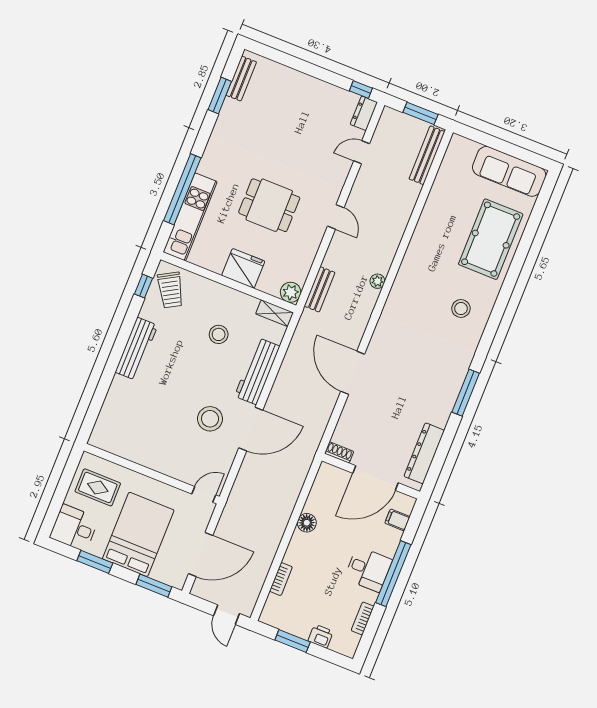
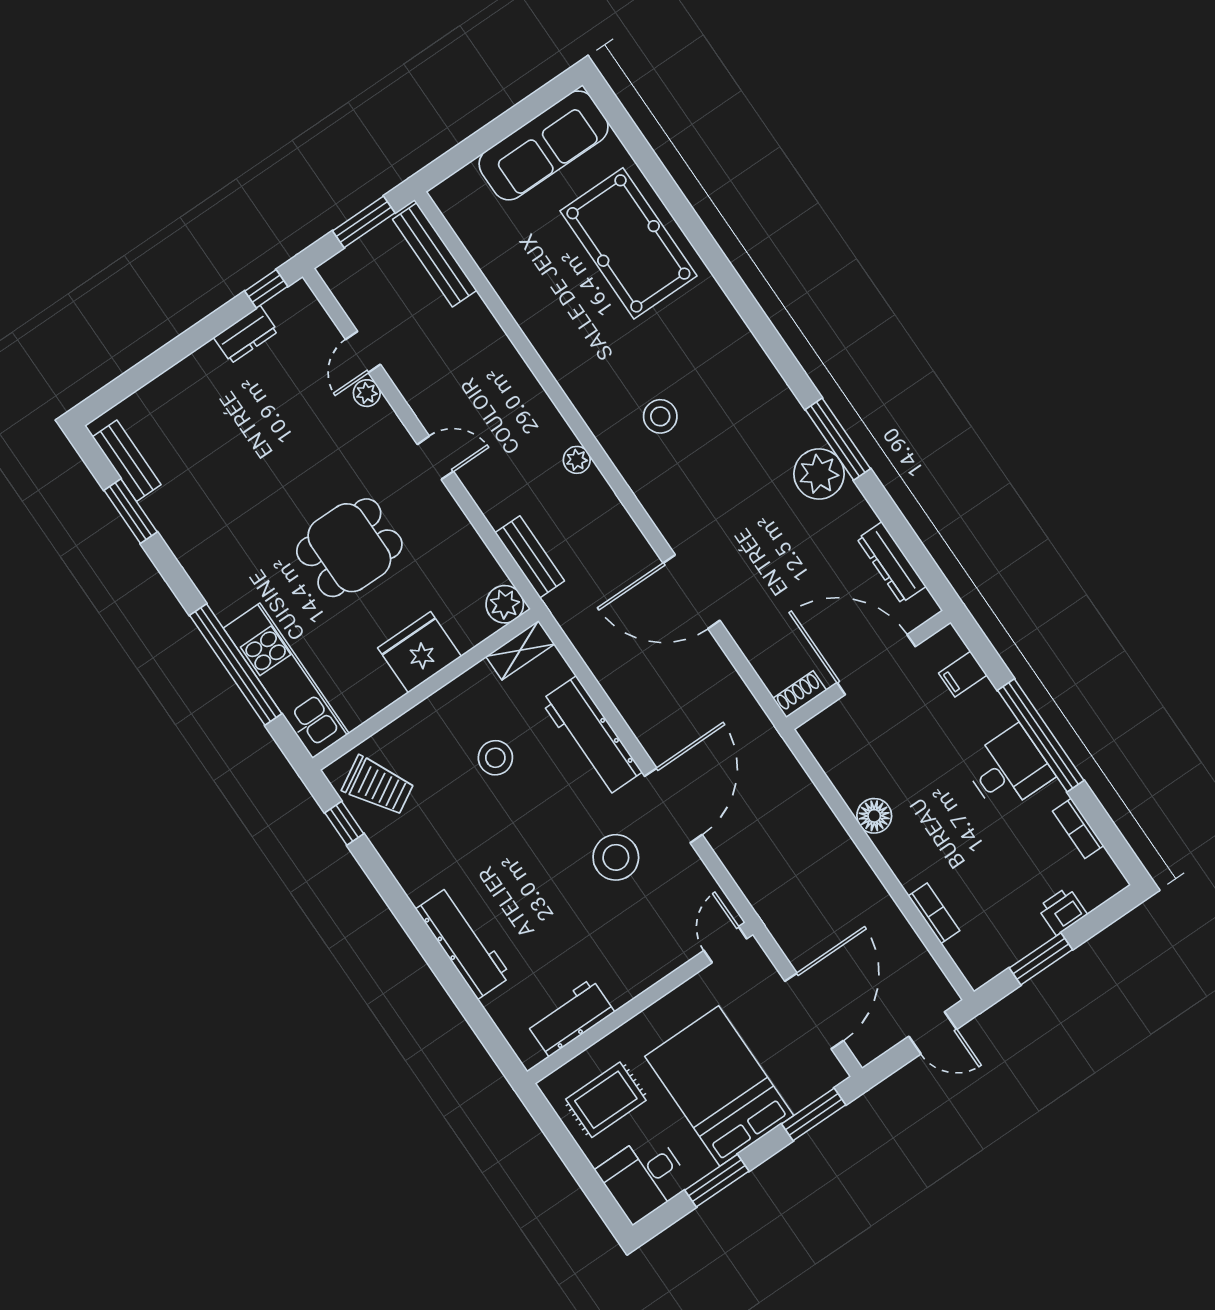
dresser: (364, 113) -> (246, 334), moved, turned -90
plant: (344, 166) -> (367, 393), added
stool: (461, 309) -> (660, 416), moved
workbench: (136, 349) -> (464, 943), moved
plant: (444, 395) -> (819, 474), added
workbench: (124, 447) -> (570, 1018), added
dresser: (424, 453) -> (891, 563), width x0.73, depth x0.80
door: (376, 478) -> (876, 665), swing flipped

